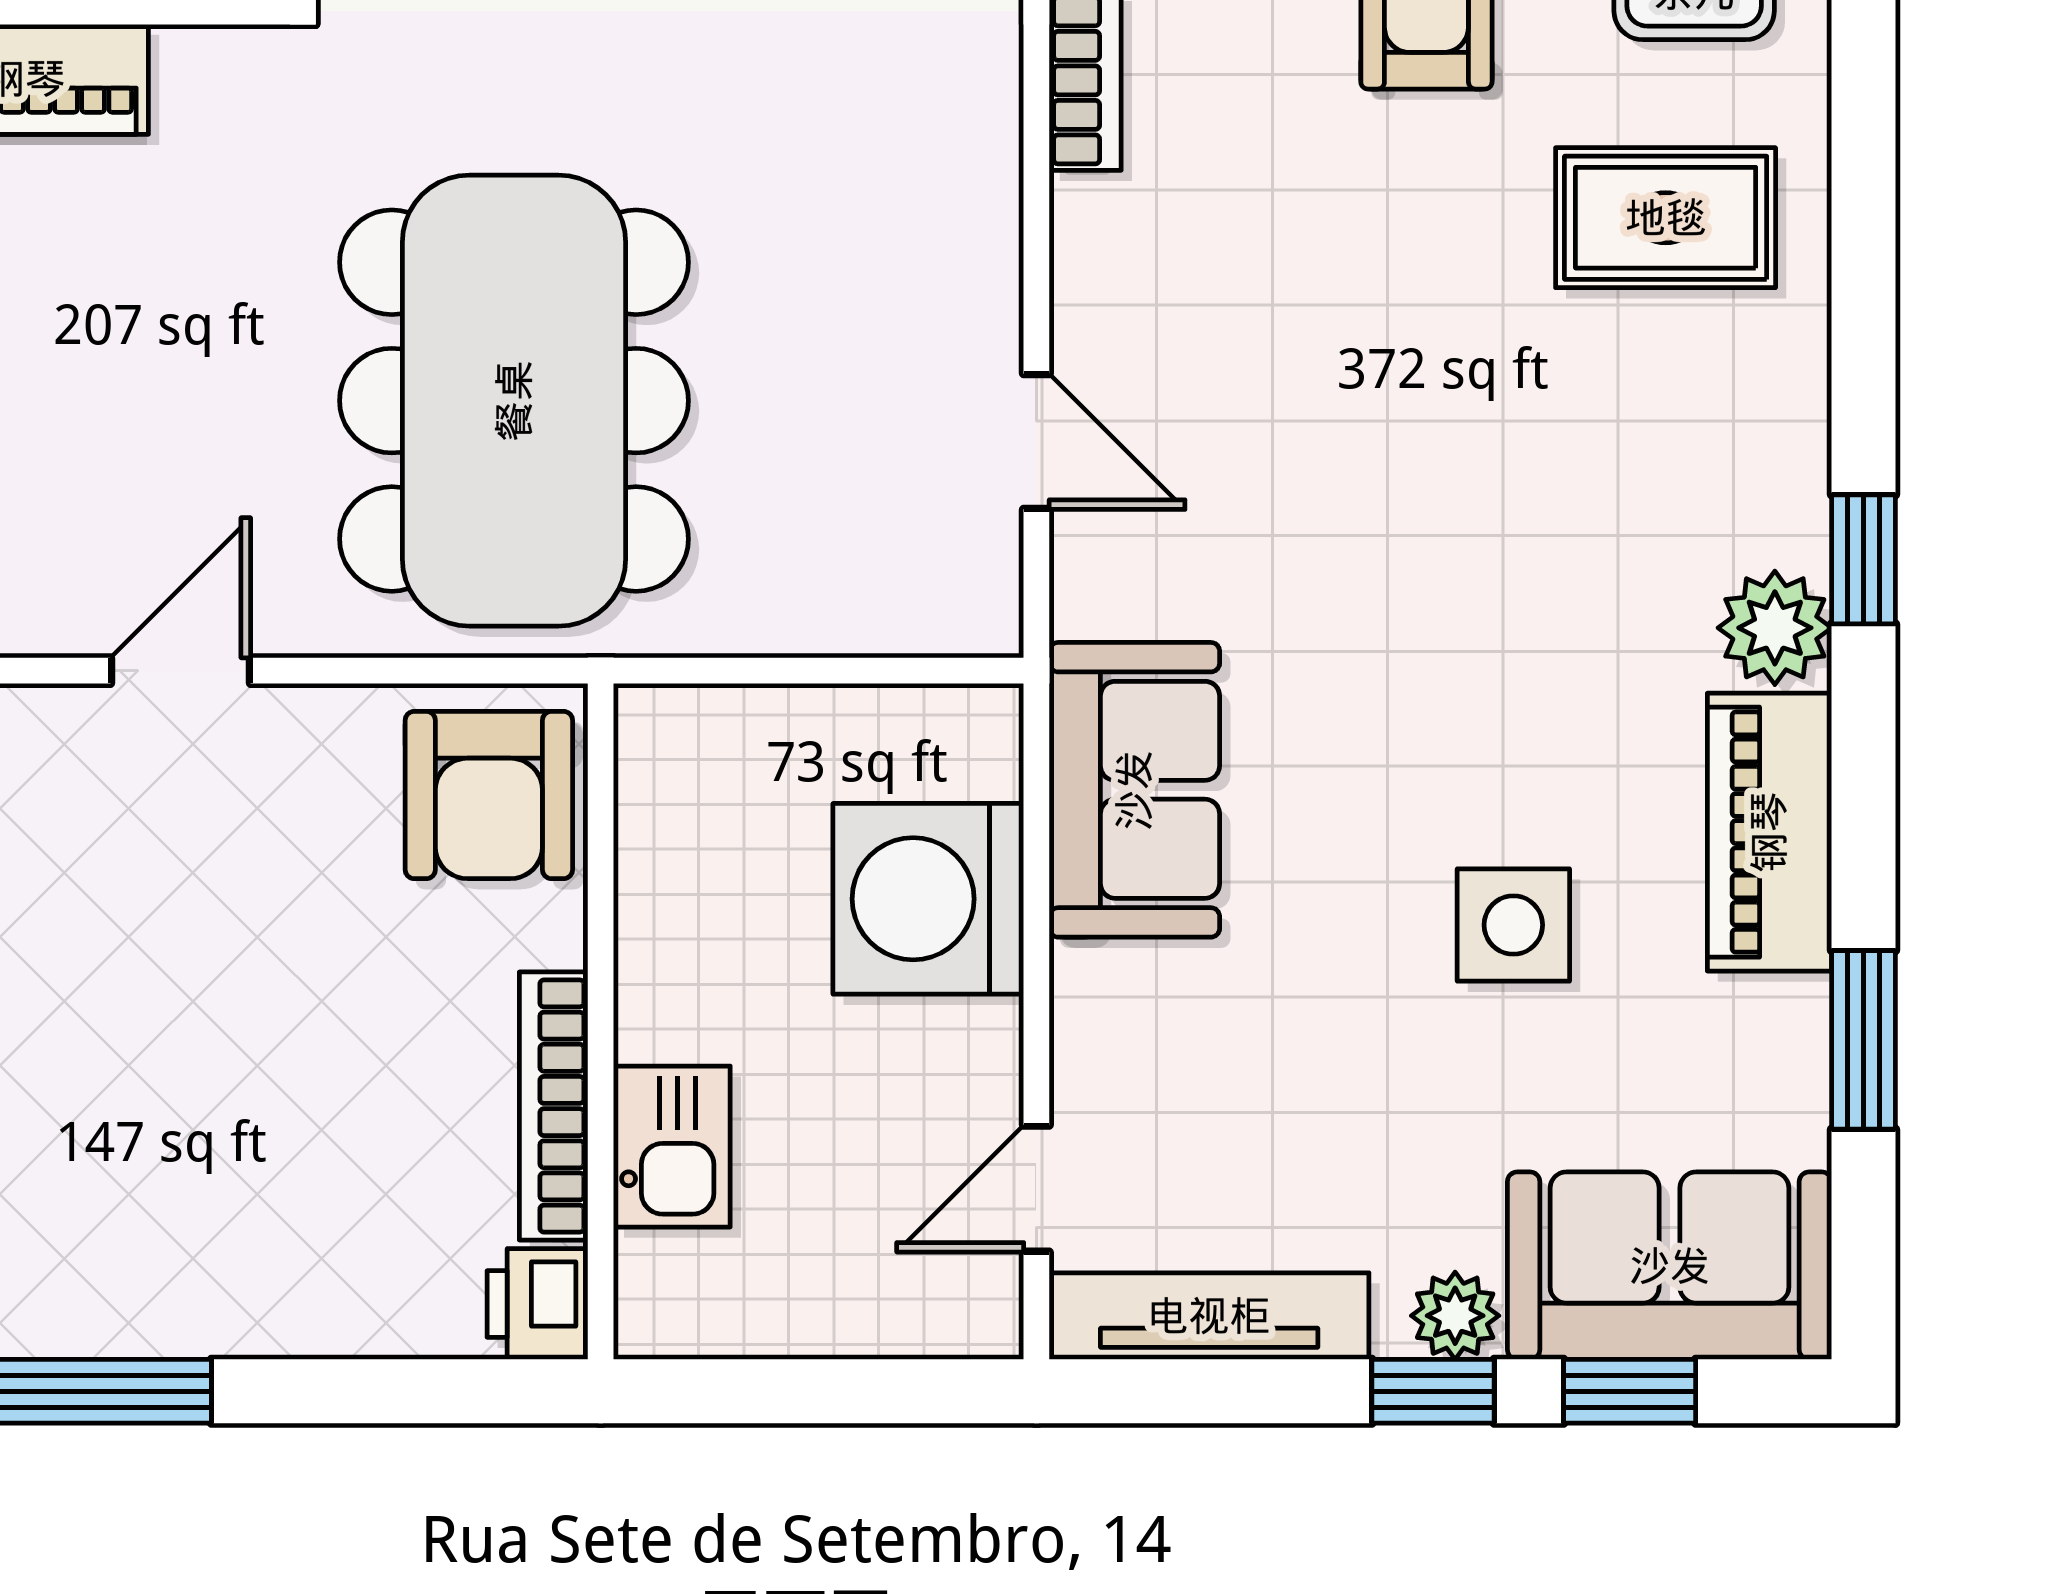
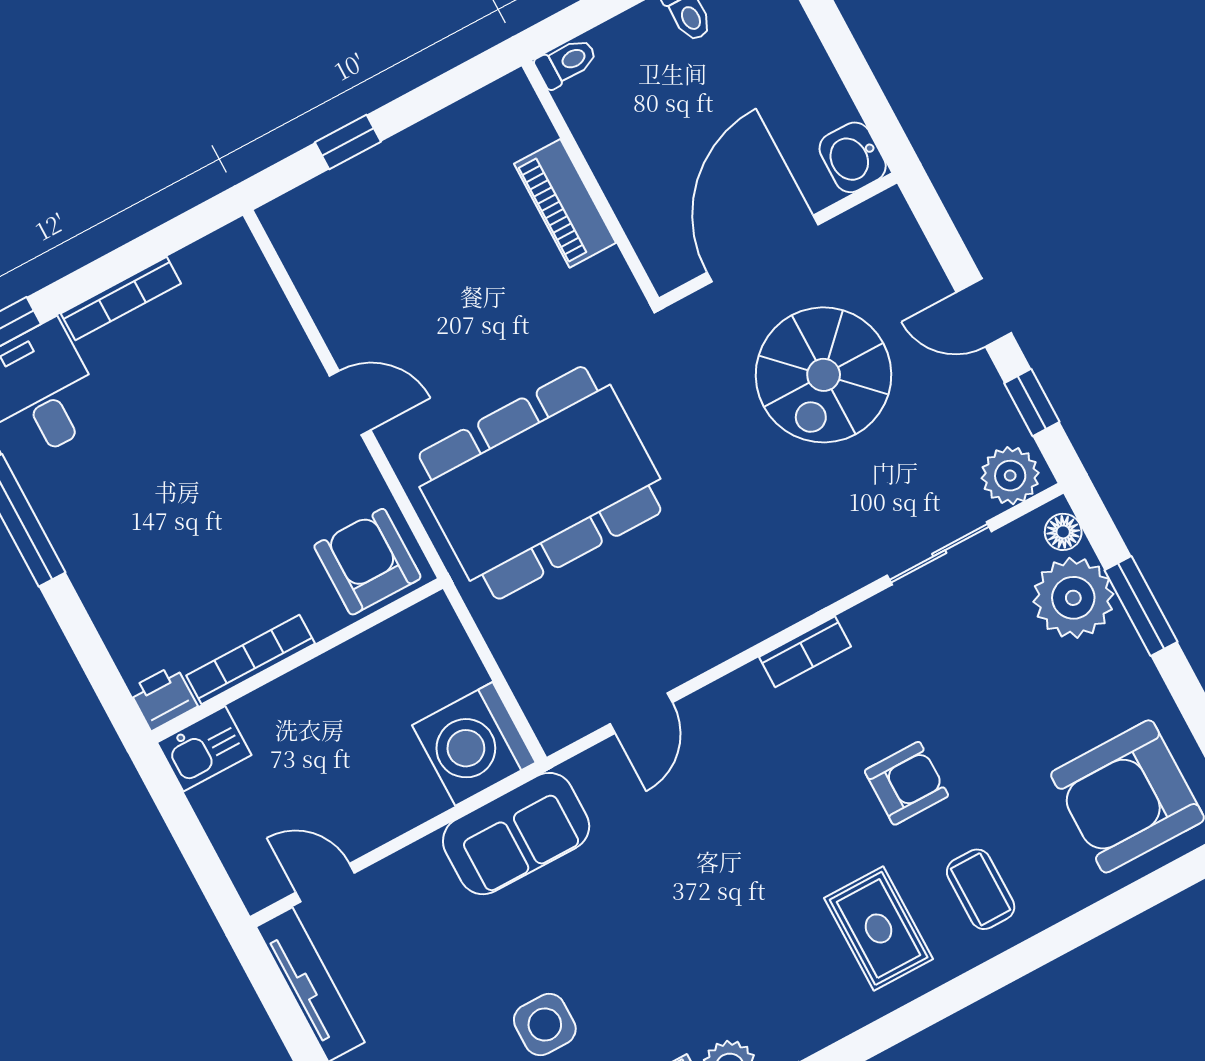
armchair: (489, 795) -> (367, 562), turned 90
washing machine: (928, 899) -> (474, 744), moved, turned -90
kitchen sink: (672, 1147) -> (204, 749), moved

